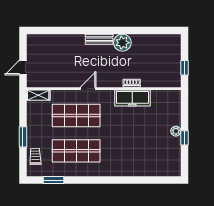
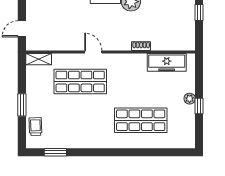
window: (184, 68) -> (199, 13), moved
door: (88, 89) -> (93, 52), hinge flipped
freezer: (132, 98) -> (167, 62), moved
shop shelf: (76, 151) -> (141, 120), moved

